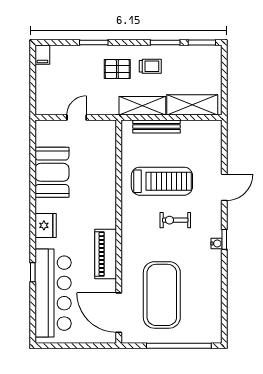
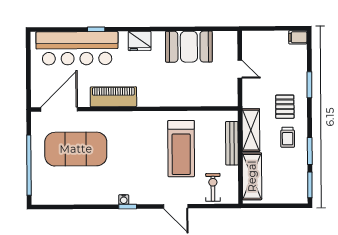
exercise bike: (175, 220) -> (213, 187), moved

